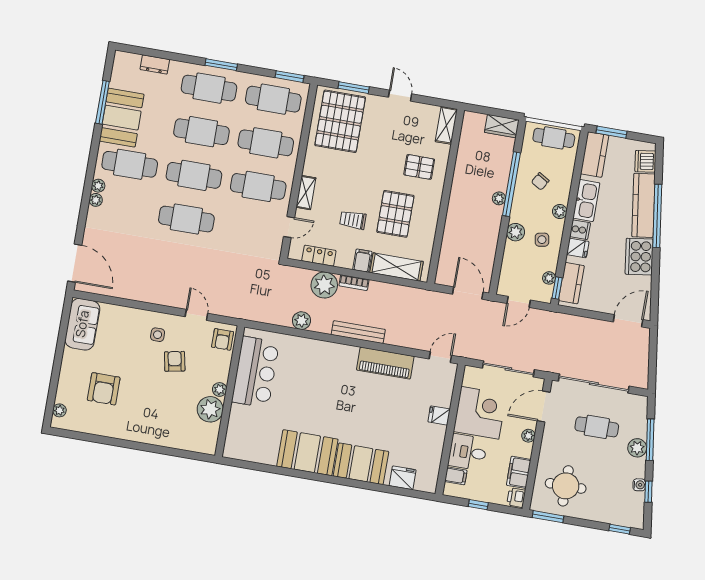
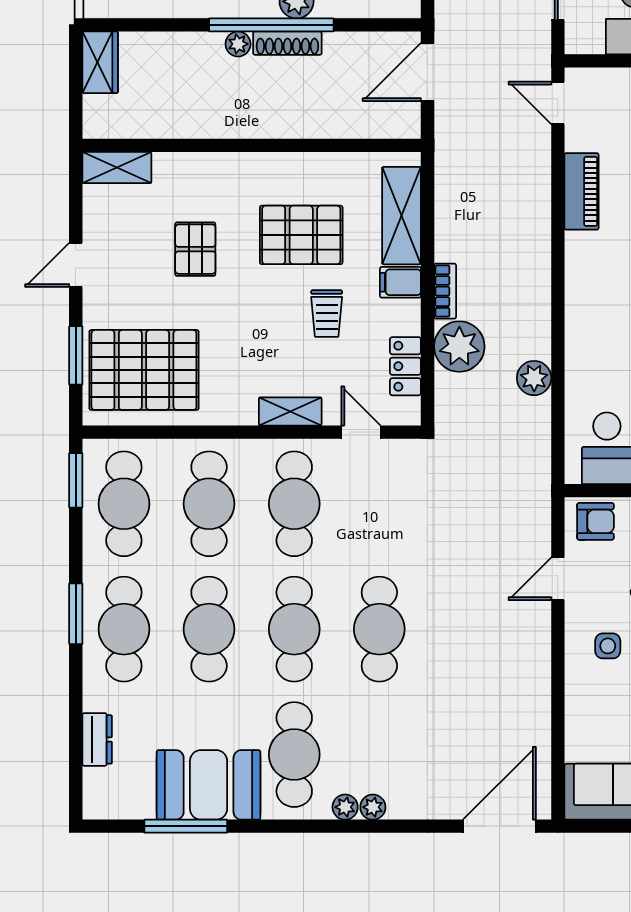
pallet: (419, 167) -> (195, 249), moved
window: (511, 184) -> (271, 25), moved
shoe rack: (495, 224) -> (287, 43), added
bench: (358, 332) -> (537, 267), removed
piano: (385, 363) -> (581, 191), width x0.73, depth x0.75

